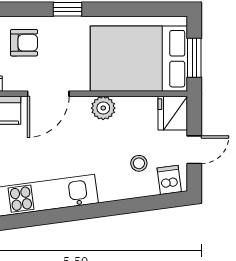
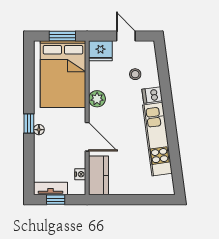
floor lamp: (59, 24) -> (39, 130), added
armchair: (24, 43) -> (52, 153), removed
dishwasher: (169, 180) -> (152, 95), moved

